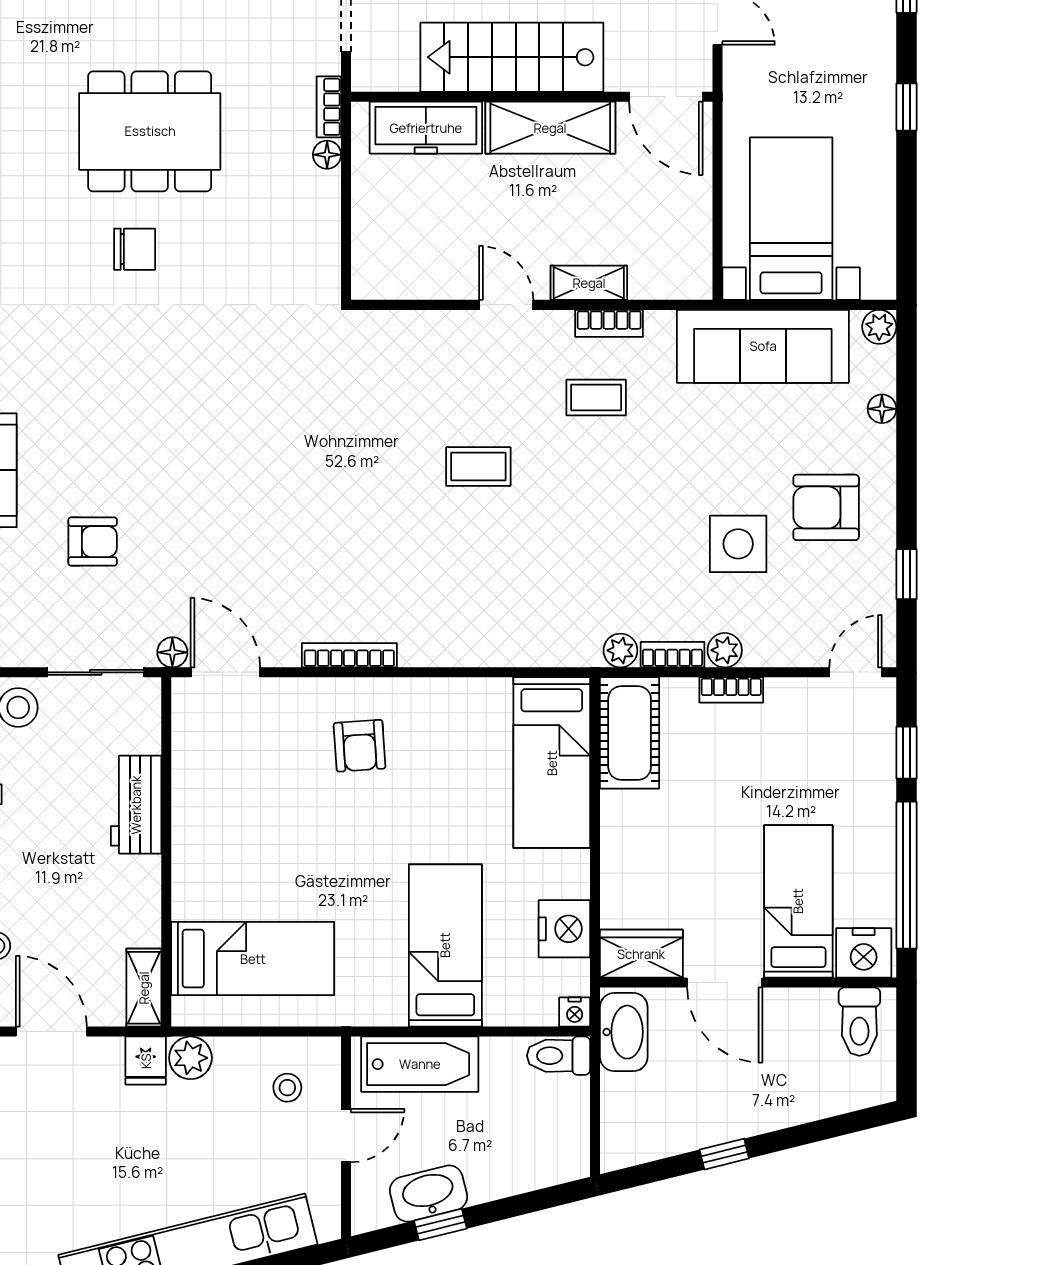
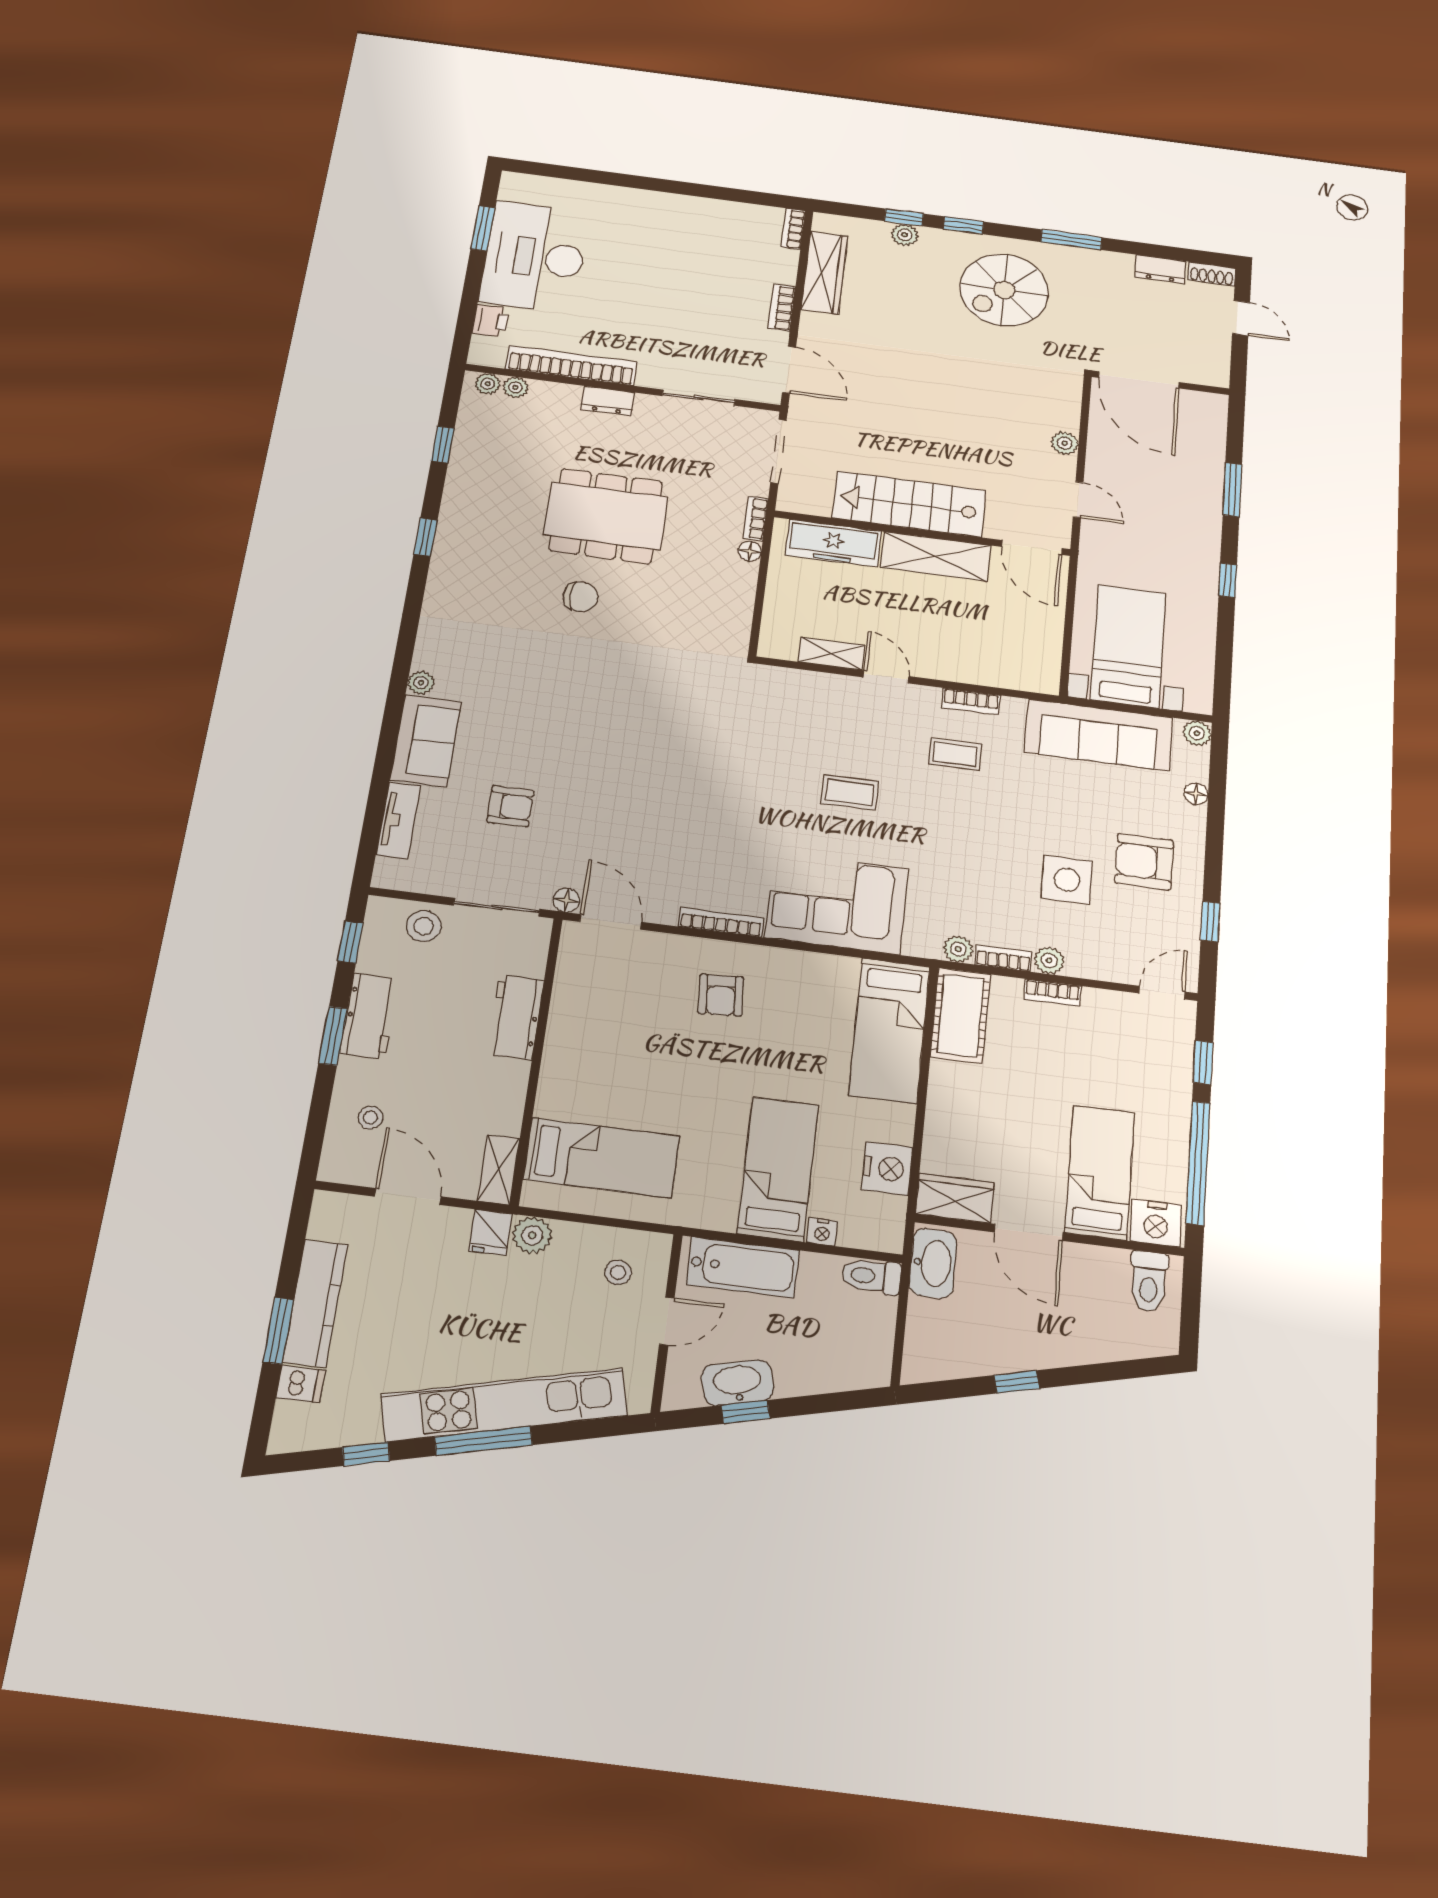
shelving: (589, 283) -> (832, 654), moved
corner sofa: (478, 612) -> (837, 903), added
nightstand: (575, 1012) -> (822, 1232), moved

